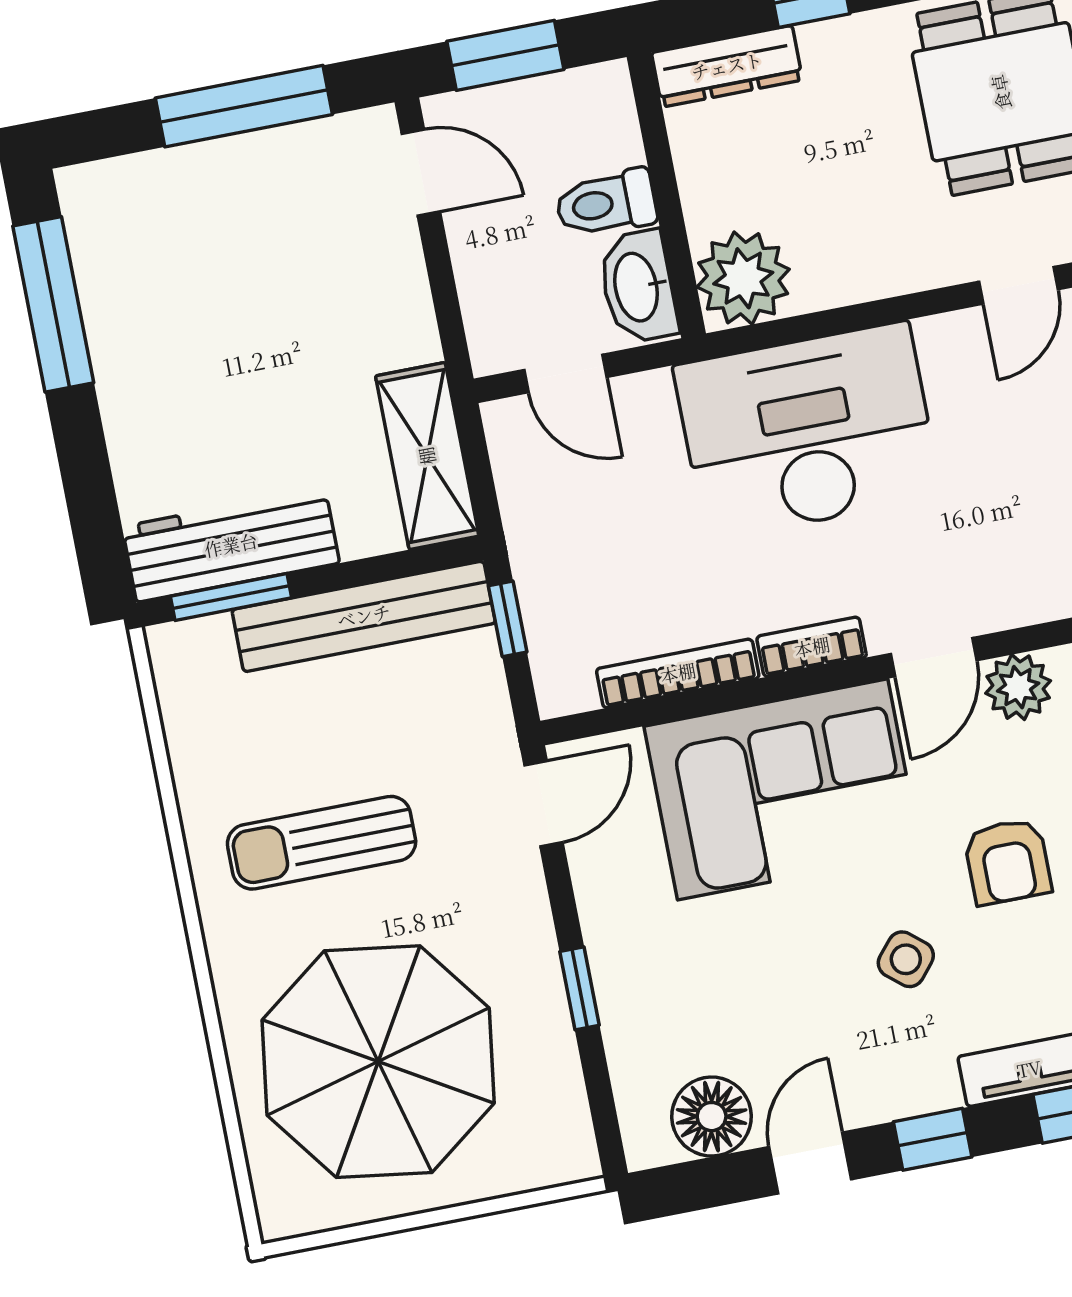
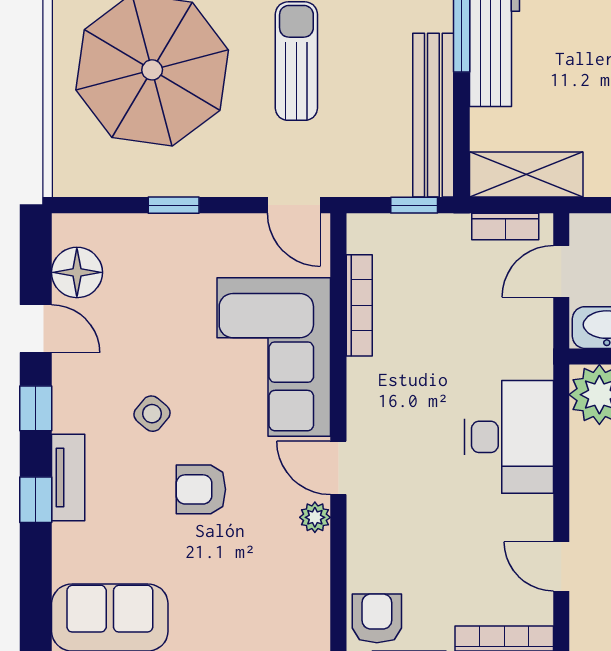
desk: (807, 431) -> (509, 437), width x0.73, depth x0.77
bookcase: (812, 647) -> (505, 227), moved, turned 90
plant: (1018, 687) -> (315, 517), width x0.73, depth x0.73

